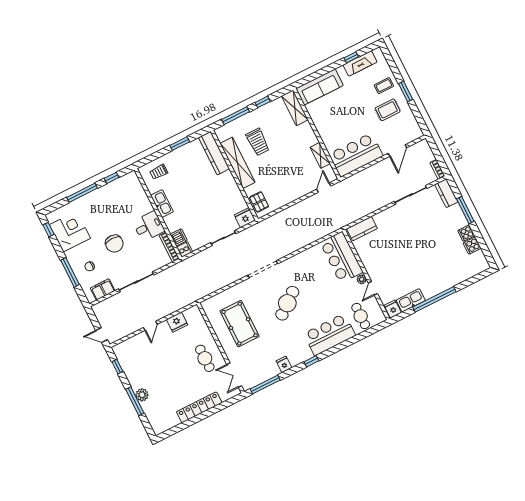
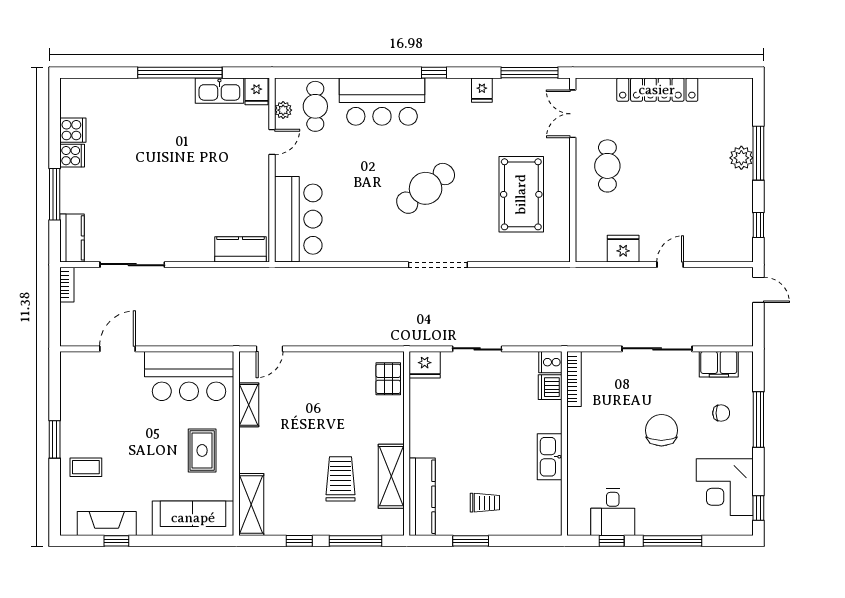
rug: (388, 110) -> (202, 450), moved, turned 90
shelving: (238, 163) -> (391, 476), width x0.68
trolley: (159, 172) -> (485, 503), moved
desk: (149, 226) -> (613, 512), moved, turned -90
plant: (362, 279) -> (283, 110), moved
double door: (234, 375) -> (573, 114), swing flipped

